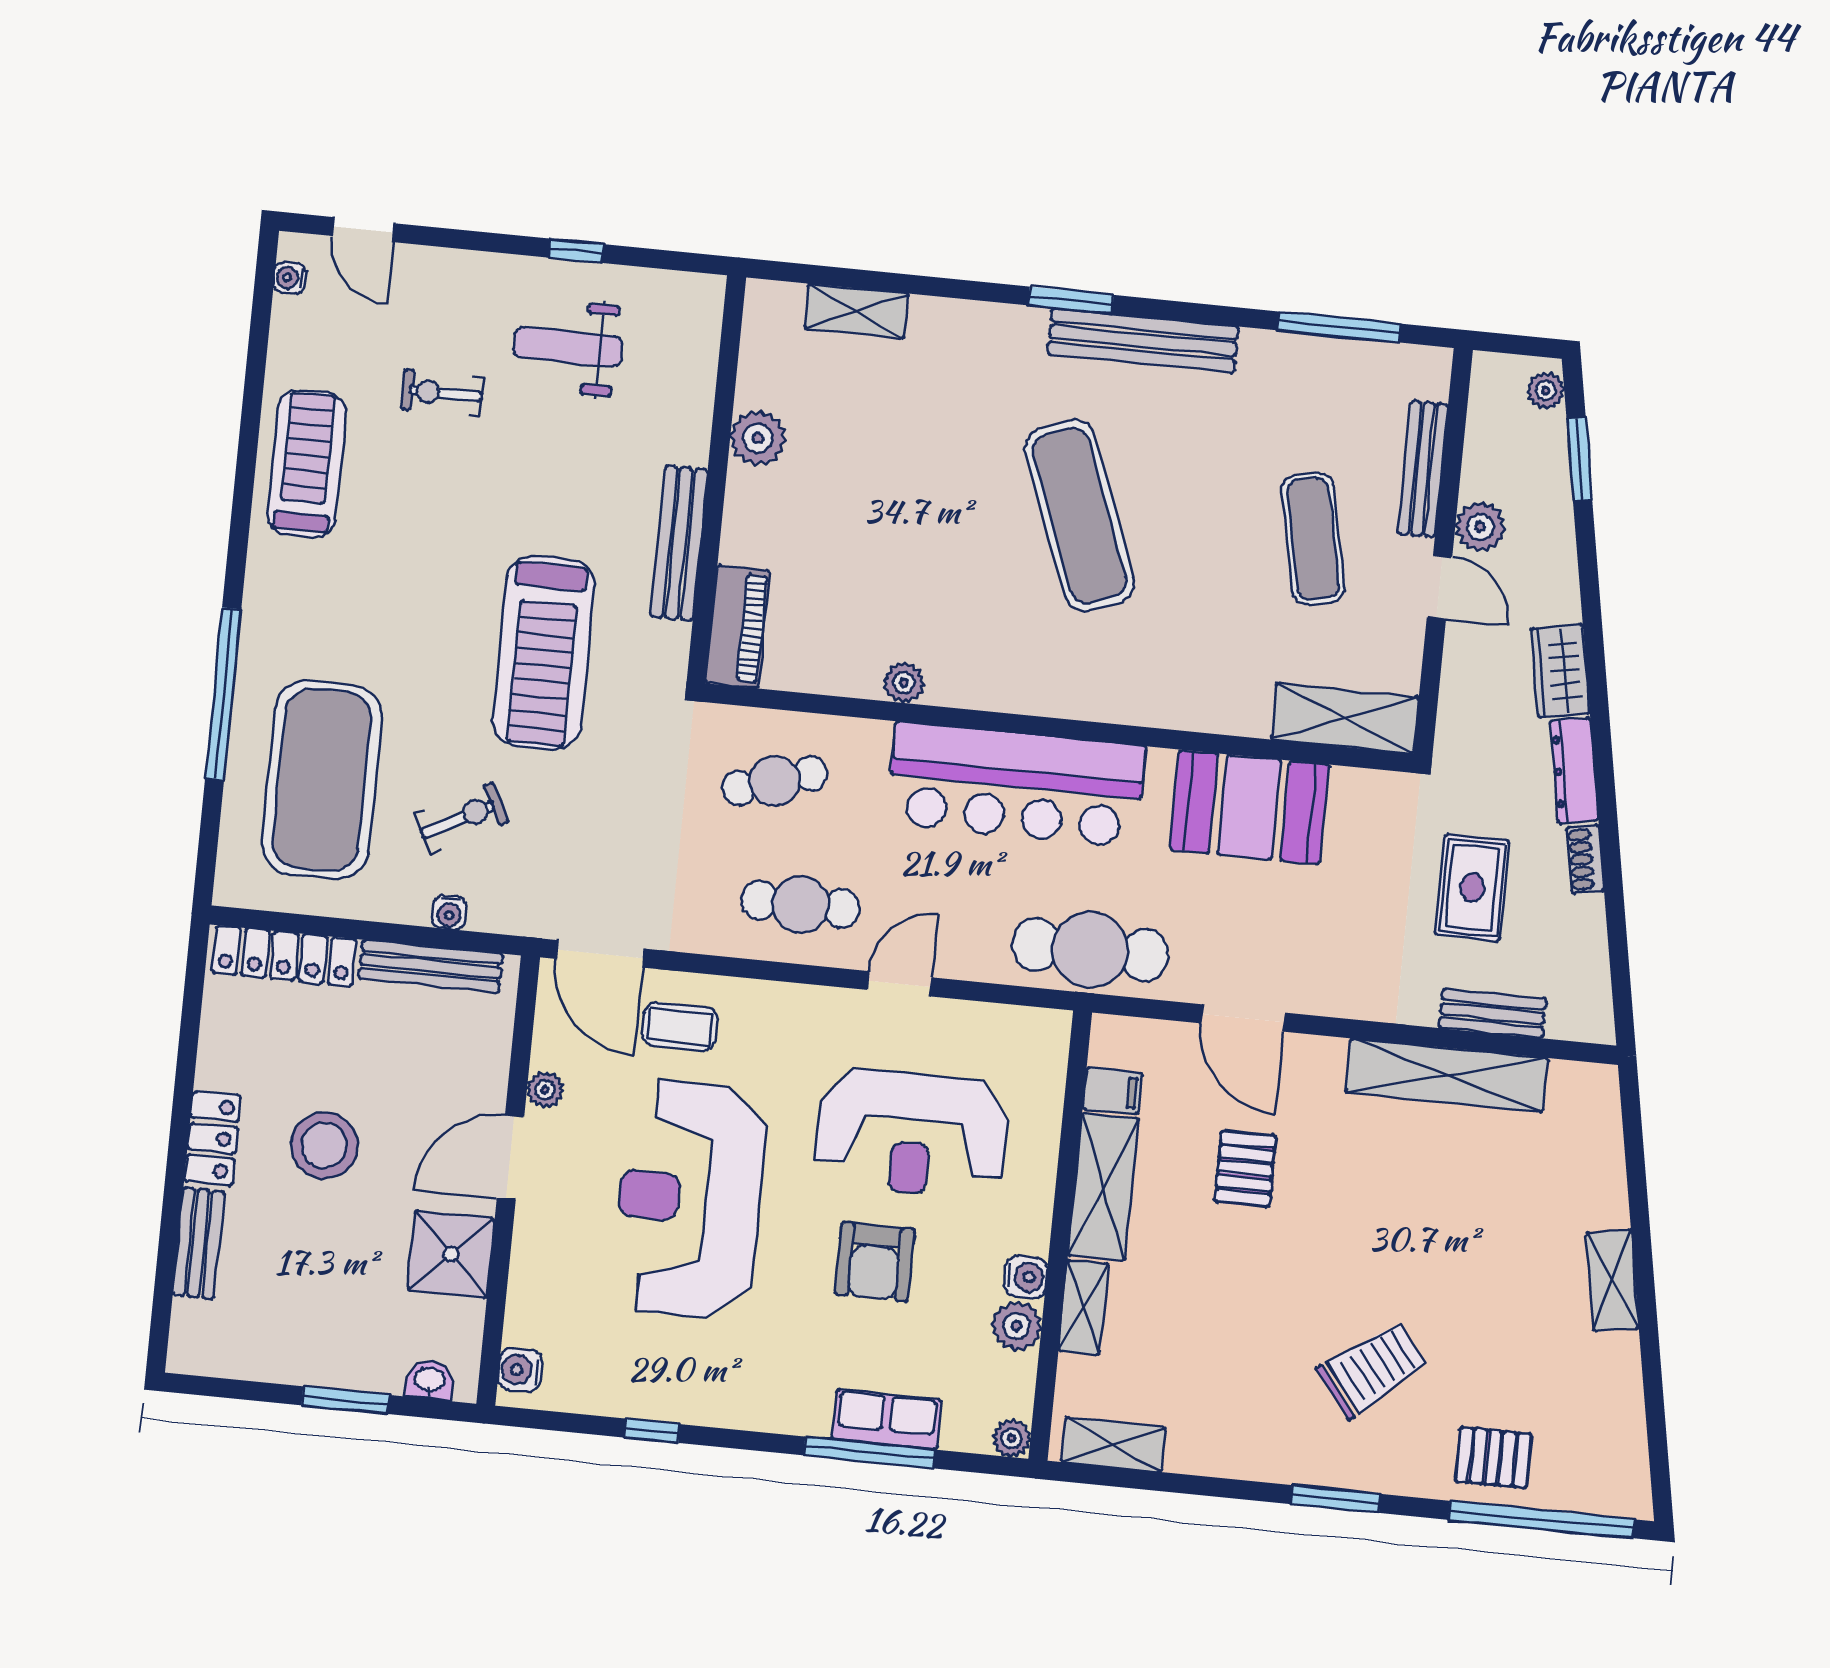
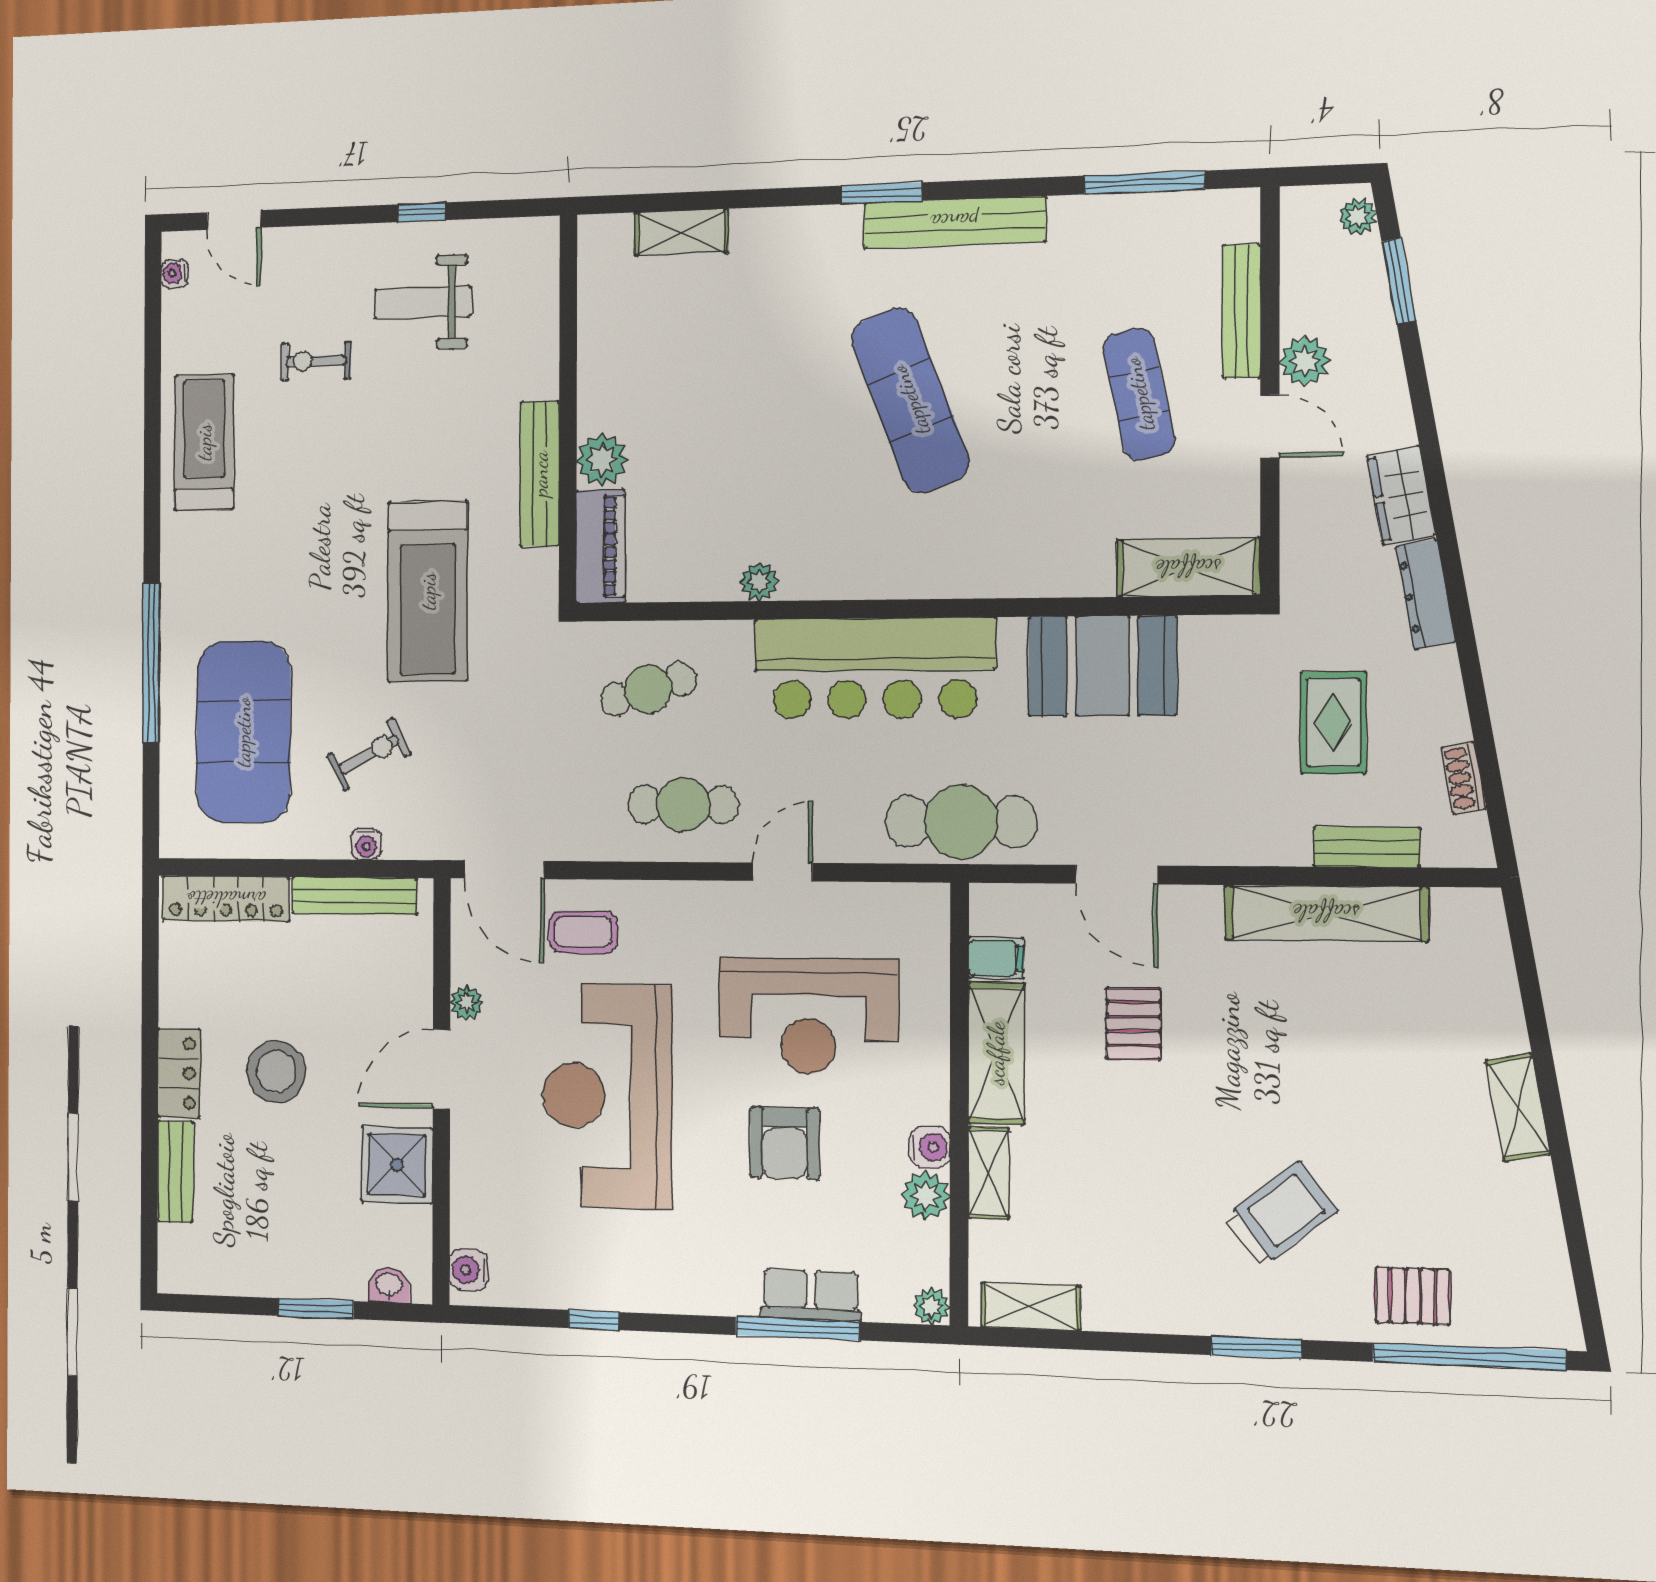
plant: (758, 438) -> (602, 460), moved
shoe rack: (1585, 859) -> (1464, 778), moved

